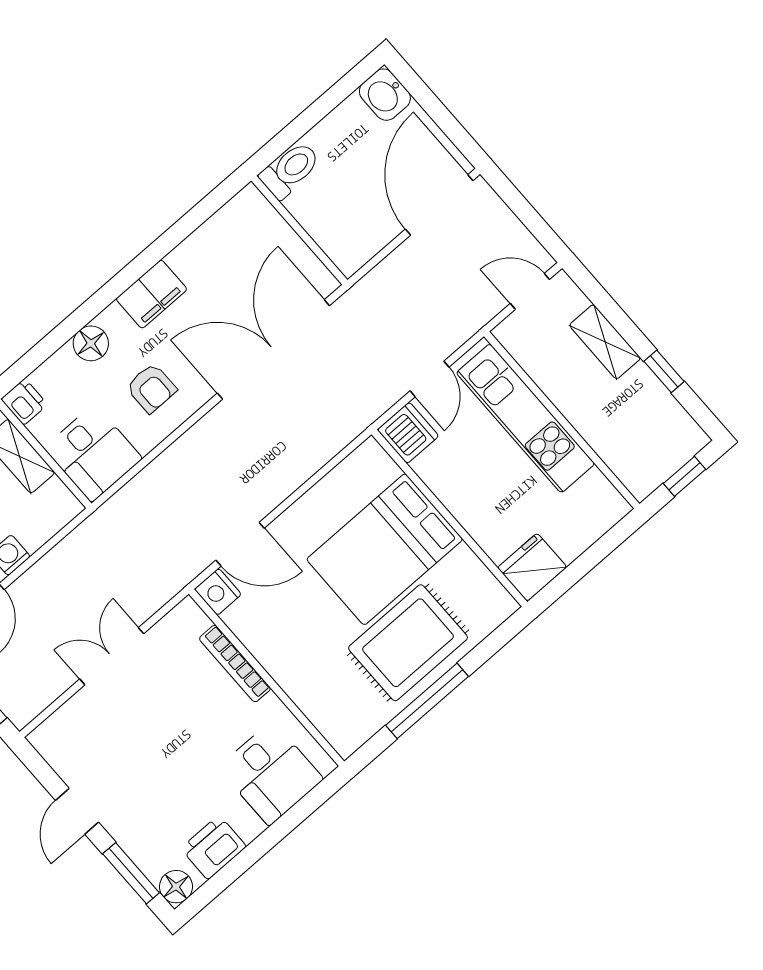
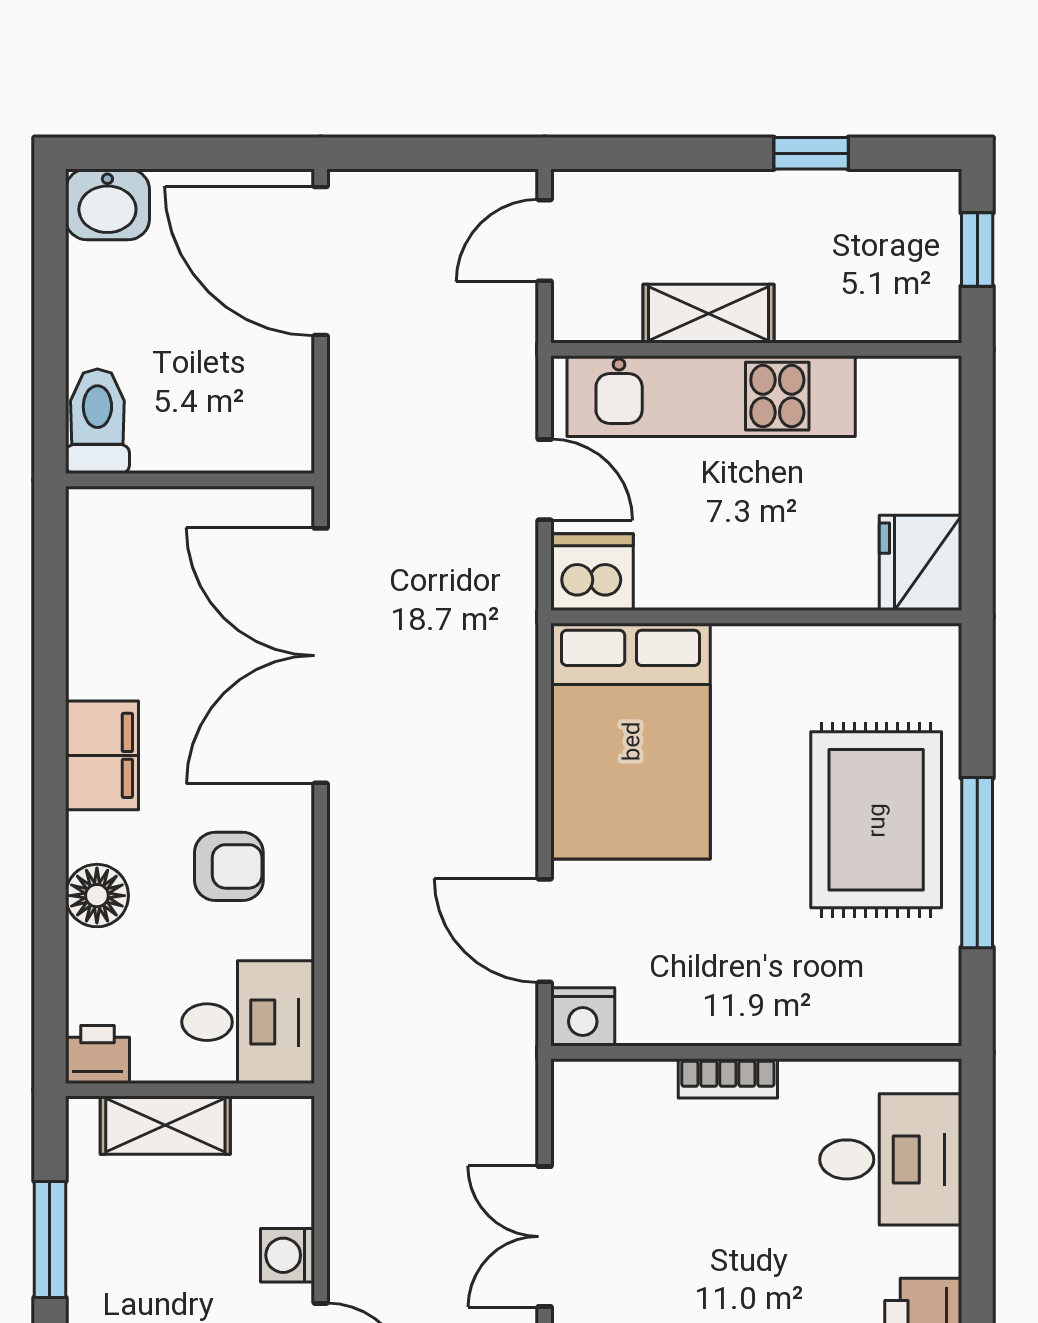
shelving: (605, 342) -> (709, 314), moved
door: (240, 544) -> (545, 931), swing flipped
bed: (385, 549) -> (631, 741), moved
bookcase: (235, 664) -> (728, 1078), width x0.64

